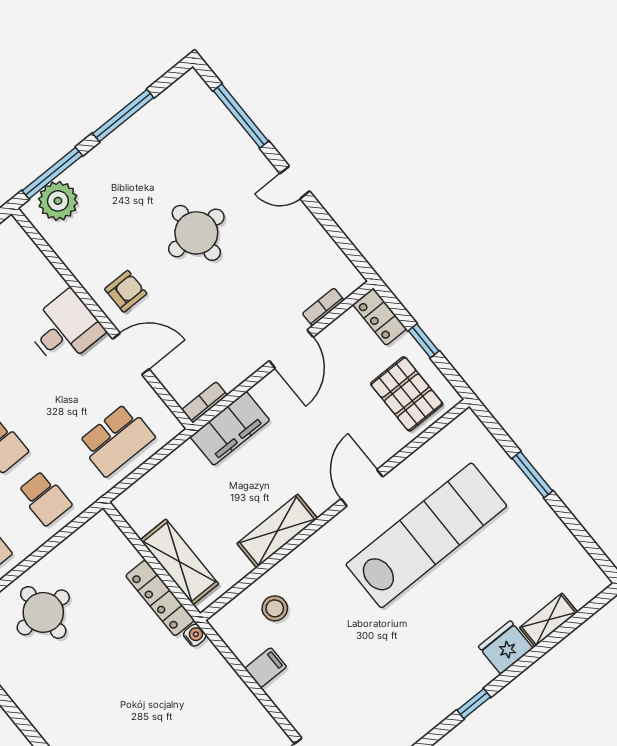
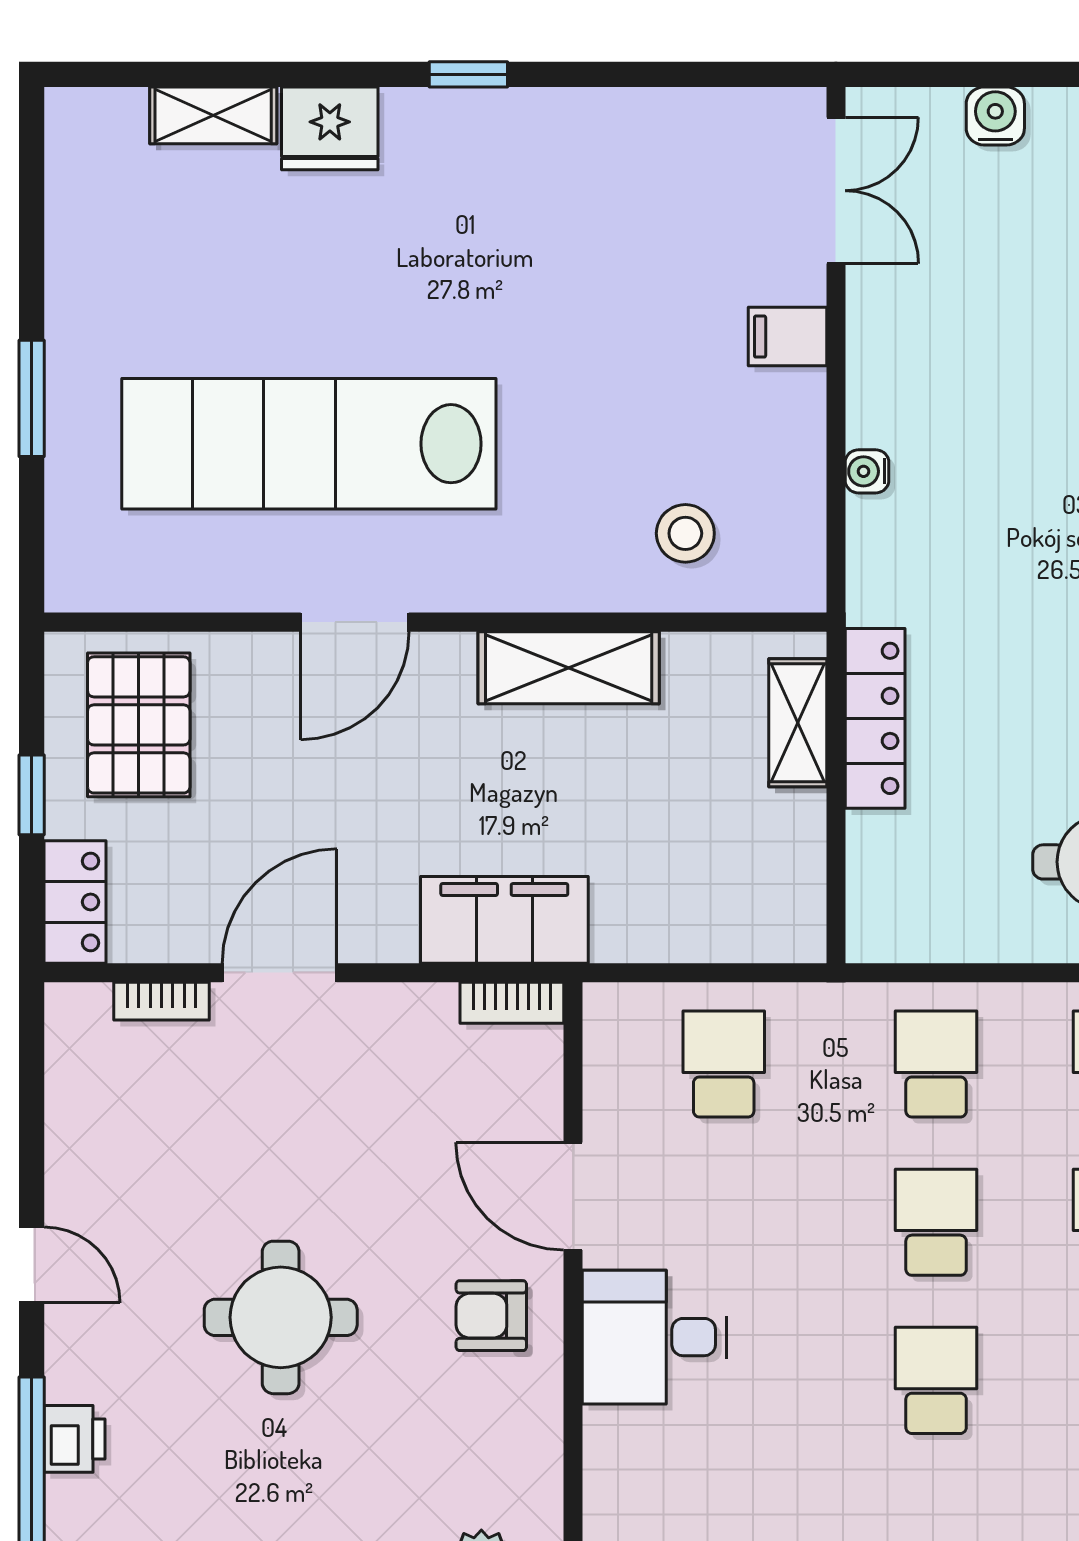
printer: (233, 135) -> (74, 1439), added
school desk: (116, 440) -> (724, 1064), width x0.54
shelving: (179, 562) -> (798, 723), width x0.67, depth x0.75
water cooler: (195, 635) -> (867, 471), moved
filing cabinet: (266, 668) -> (787, 337), moved

